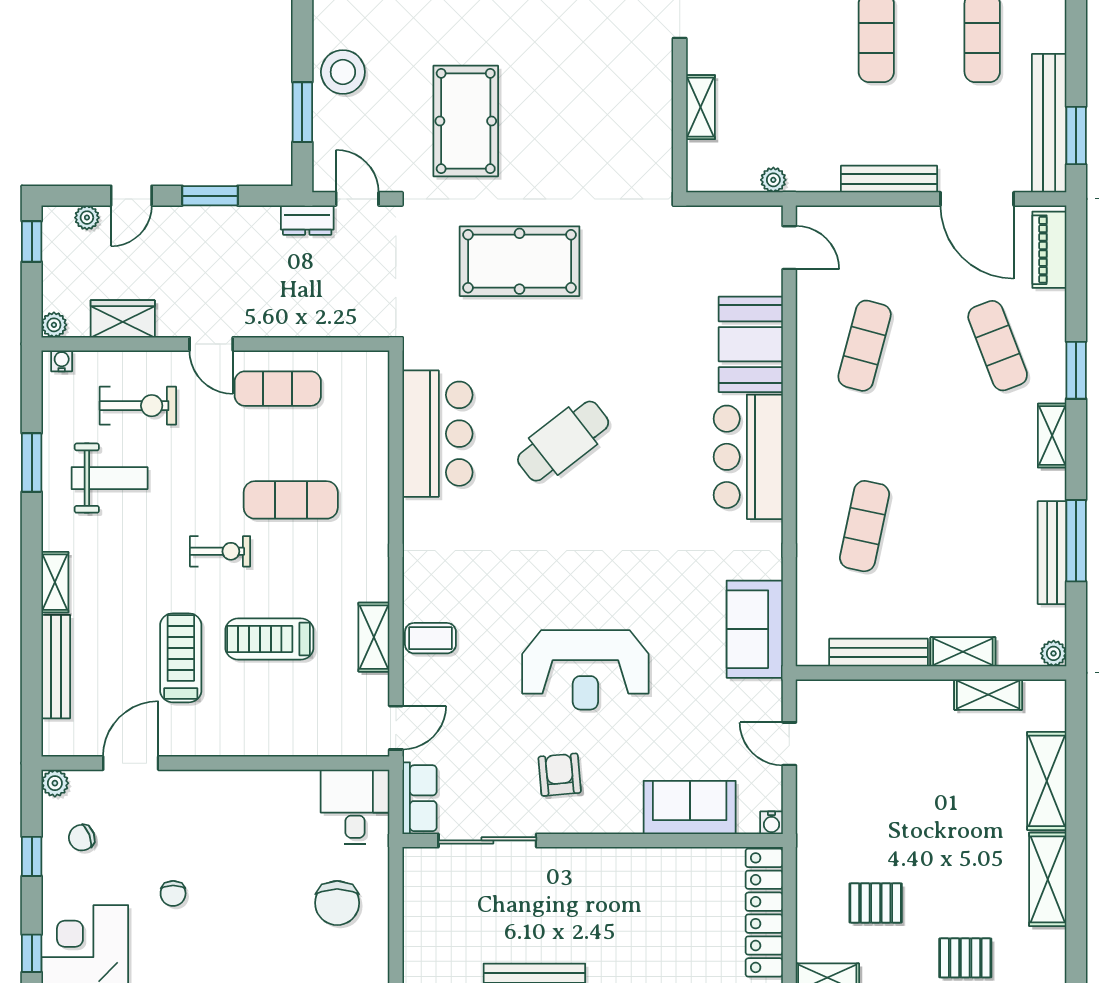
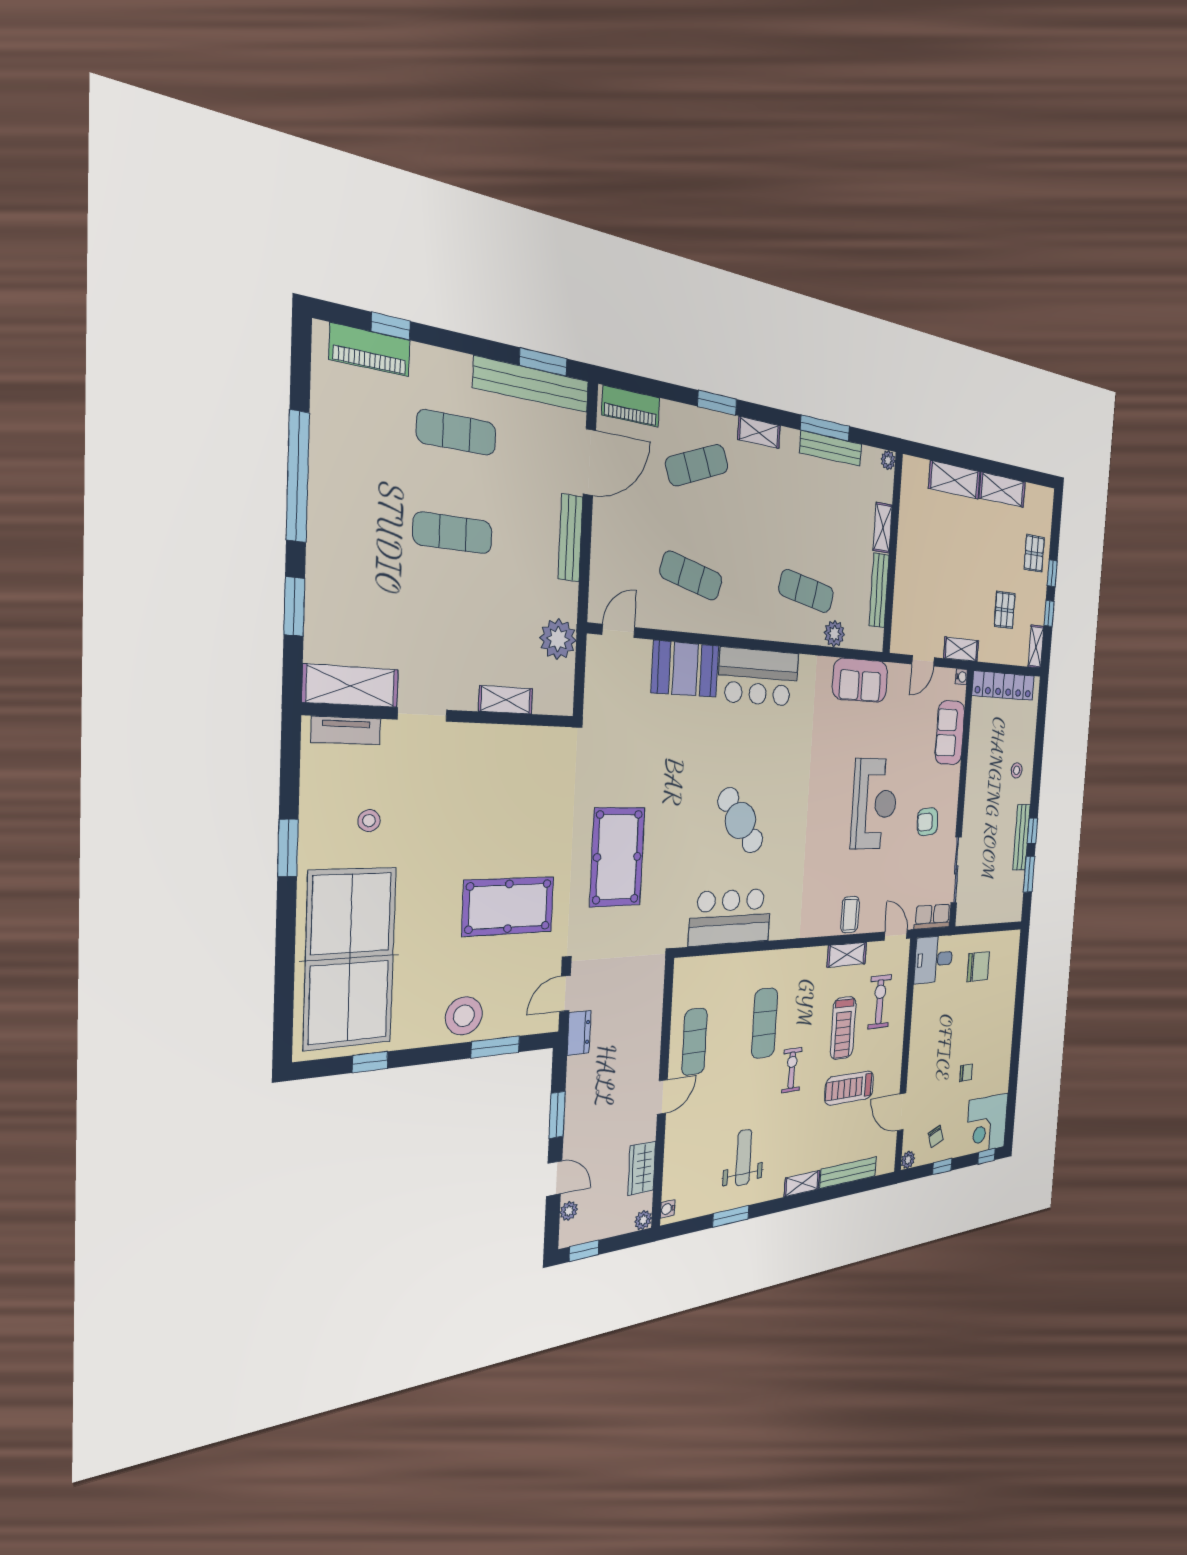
plant: (773, 180) -> (558, 639), width x1.88, depth x1.88
exercise bike: (138, 406) -> (880, 1002), moved
plant: (814, 578) -> (834, 634), added
shelving: (988, 695) -> (961, 649), moved, turned 90
stool: (638, 955) -> (1017, 770), added

